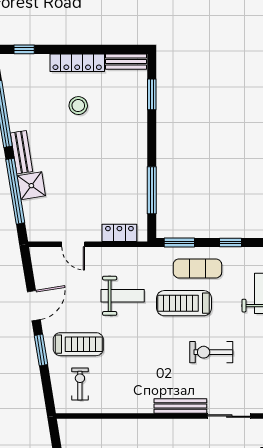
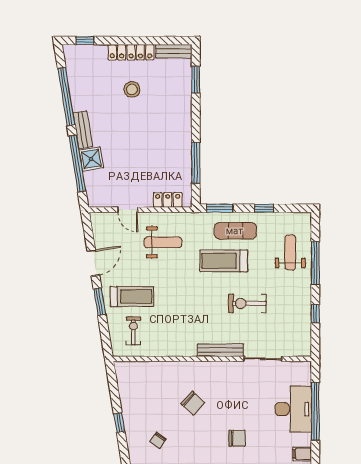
weight bench: (123, 296) -> (163, 242), moved

